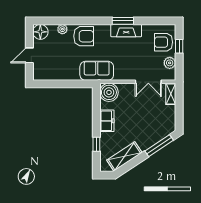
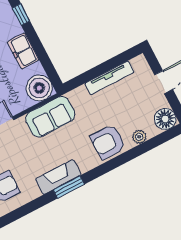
sofa: (97, 71) -> (50, 117), moved
tv unit: (62, 76) -> (109, 78), added

